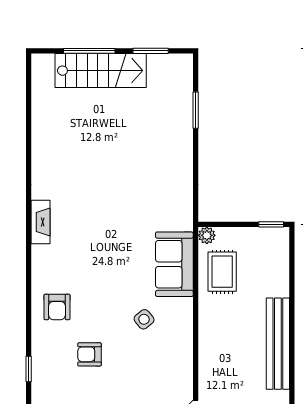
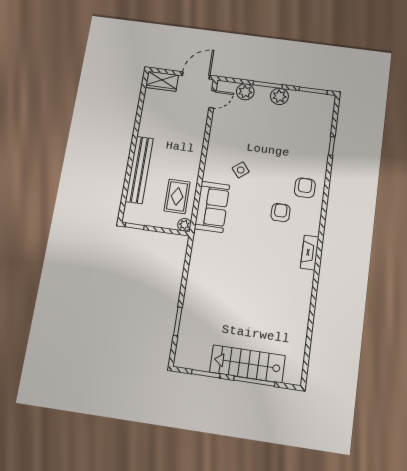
bench: (278, 344) -> (139, 170), moved
armchair: (90, 354) -> (281, 213), moved, turned -90

